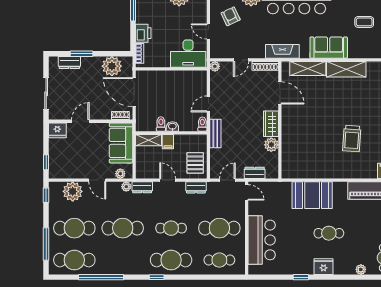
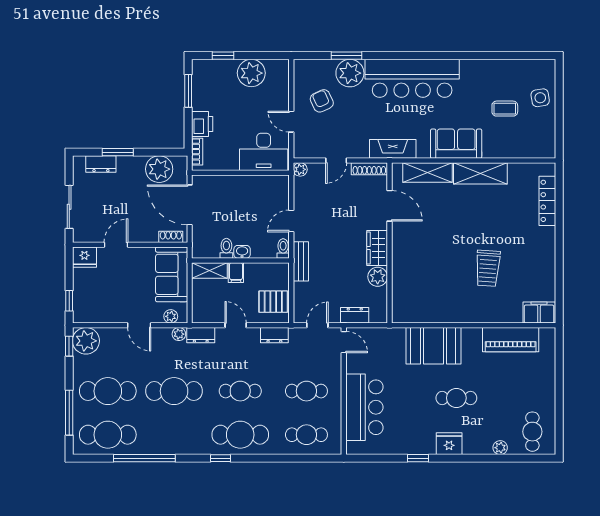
pallet: (195, 163) -> (273, 302), turned 90
plant: (73, 191) -> (86, 341), moved
cafe table: (219, 228) -> (306, 391), width x0.73, depth x0.74

